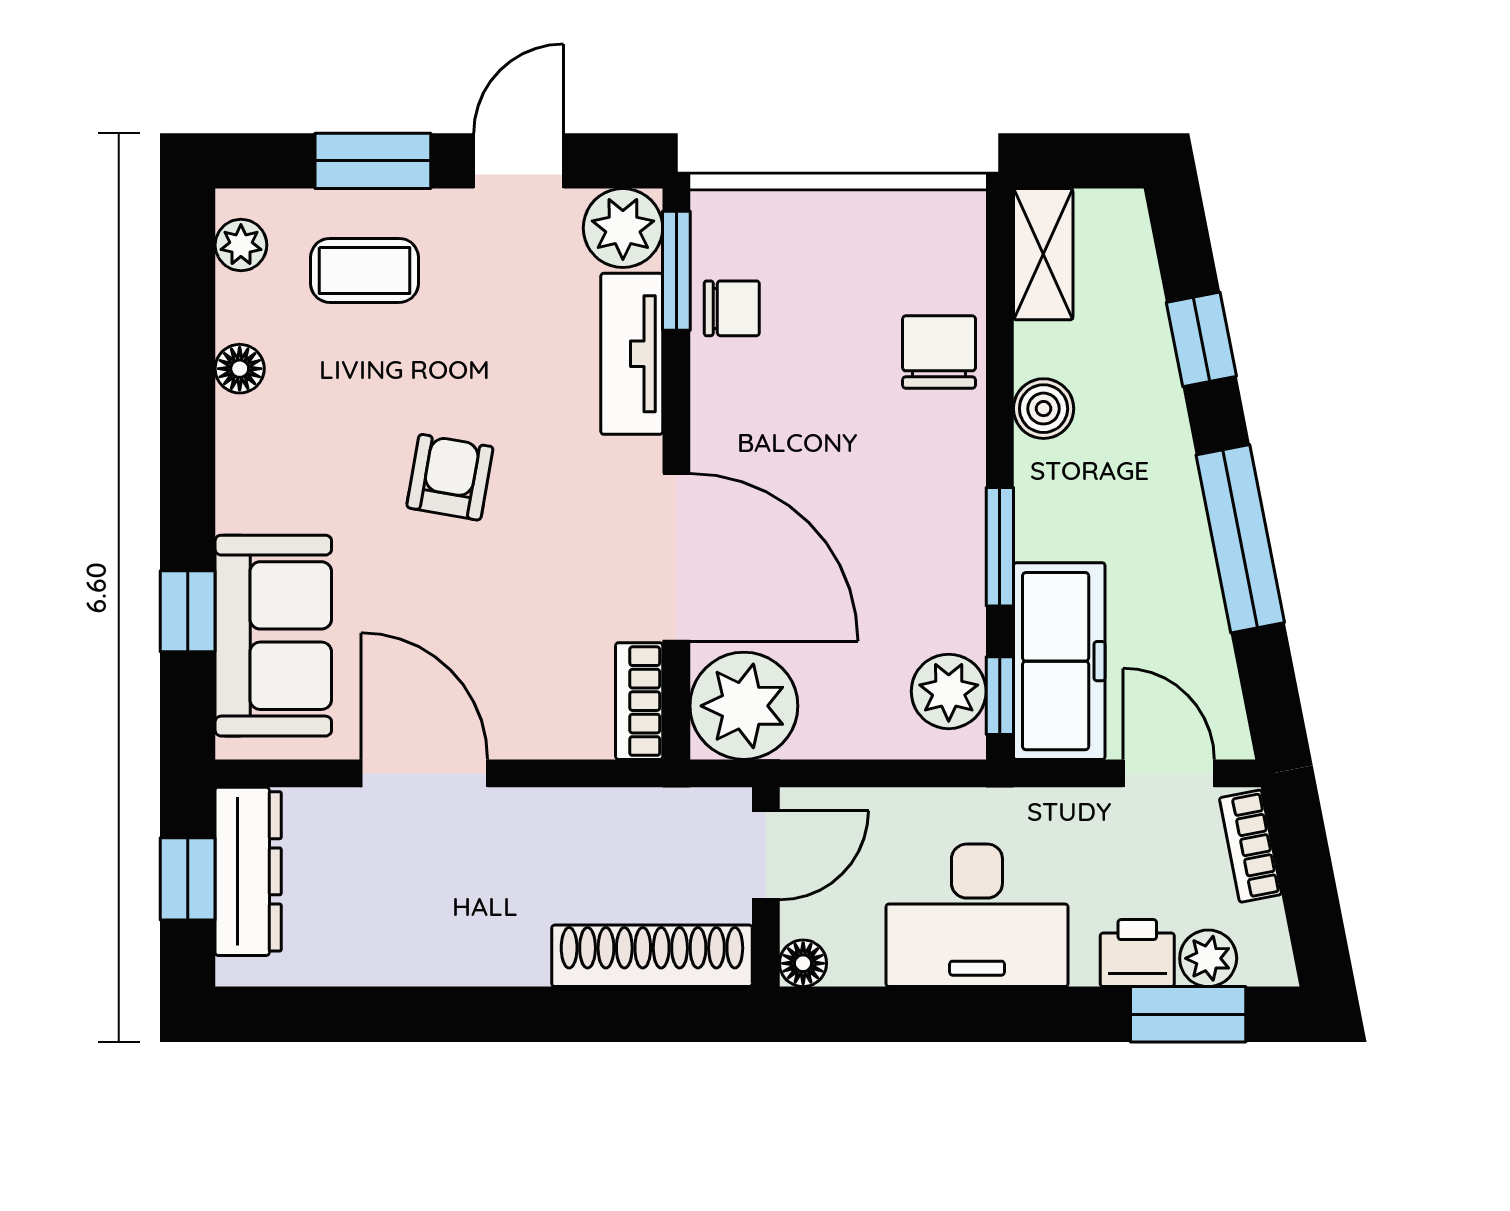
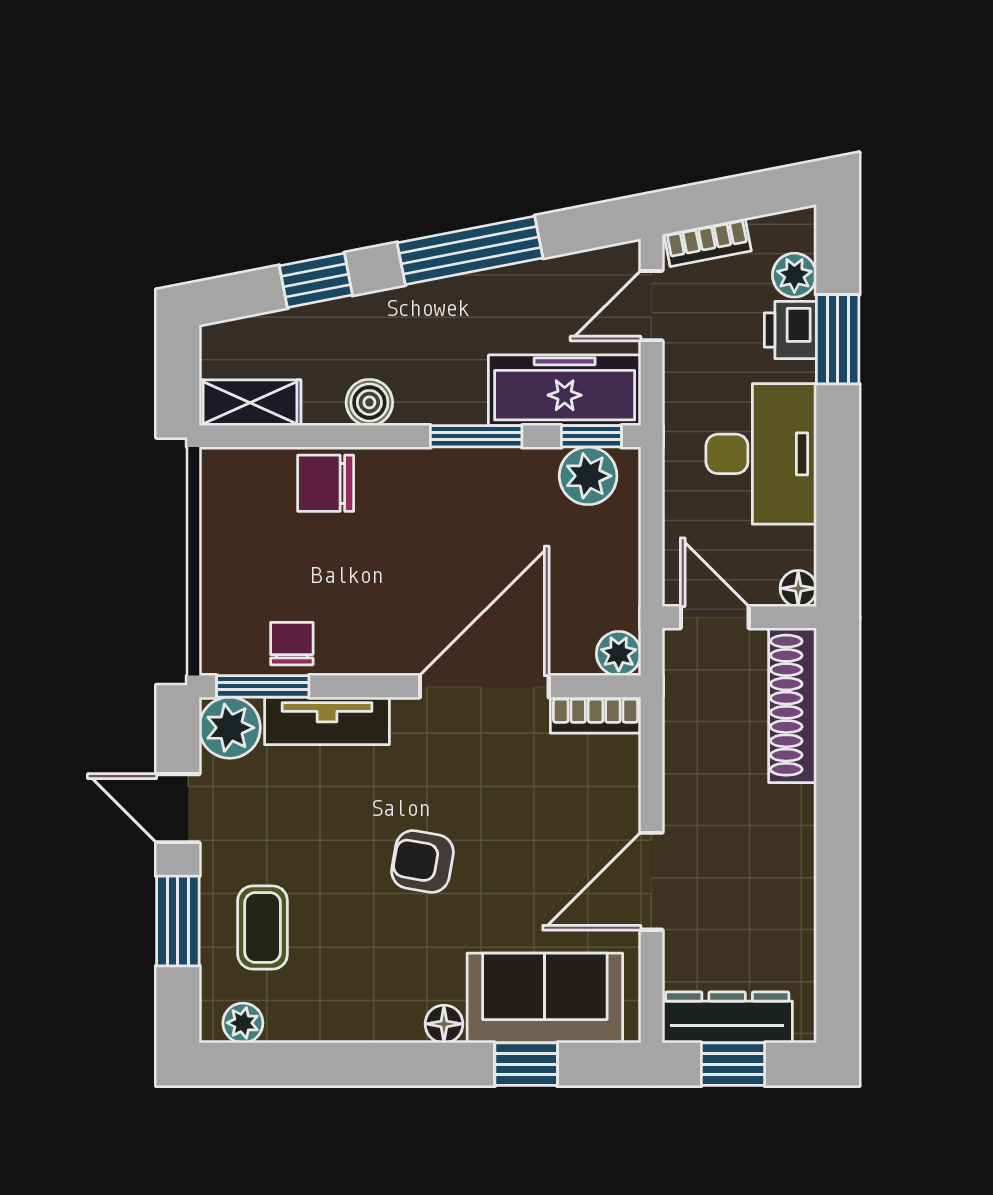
floor lamp: (240, 369) -> (444, 1024), moved
plant: (744, 706) -> (619, 654), width x0.53, depth x0.53
window: (1188, 1014) -> (838, 339), moved

